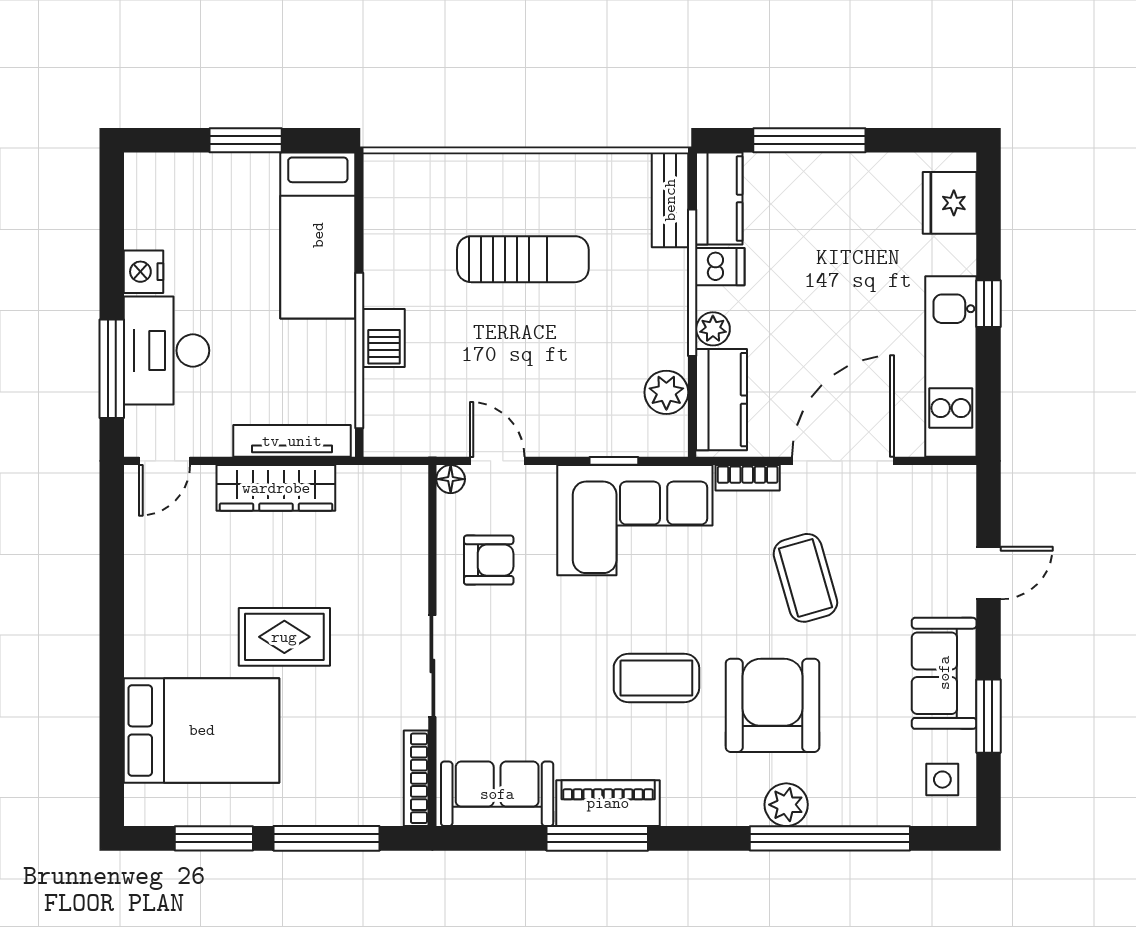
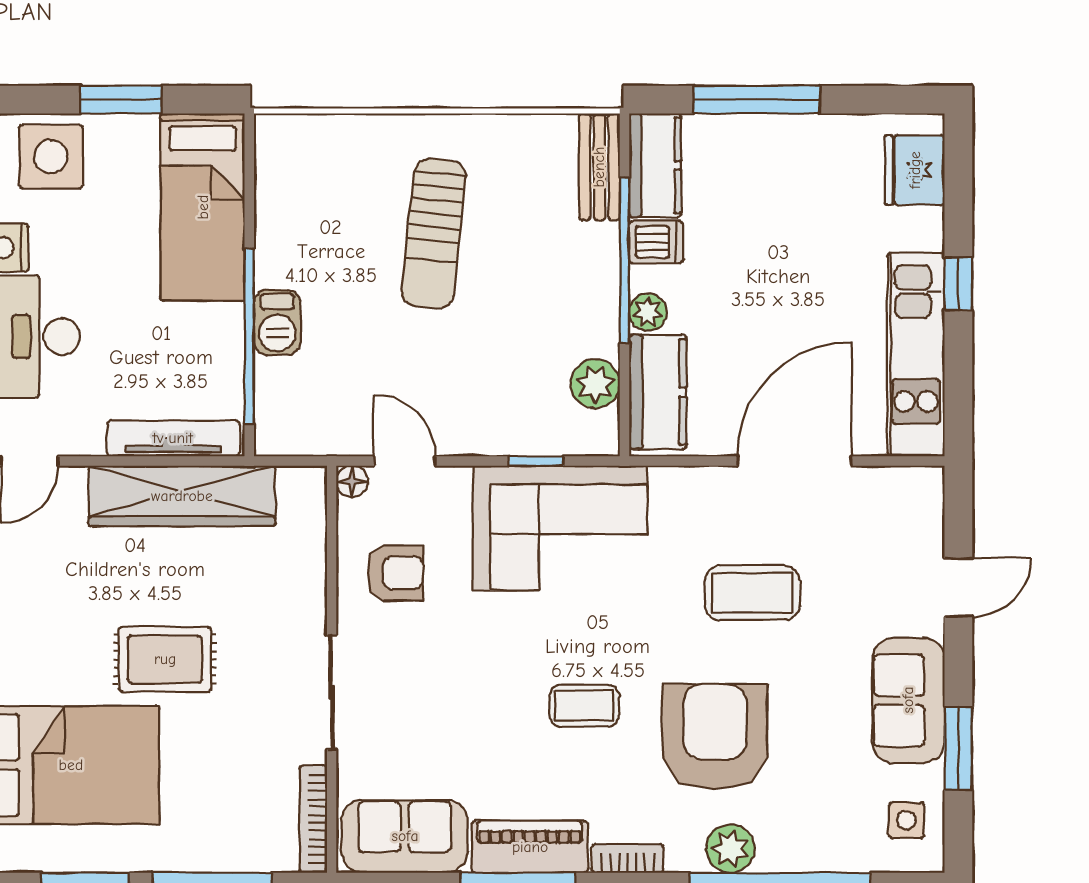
side table: (183, 191) -> (51, 157), added
sun lounger: (523, 259) -> (434, 234), turned 96
bookcase: (748, 478) -> (628, 858), moved, turned 180
wardrobe: (276, 488) -> (182, 496), width x1.40, depth x1.17
coffee table: (805, 578) -> (752, 593), turned -74
coffee table: (656, 678) -> (584, 706), width x0.73, depth x0.77

